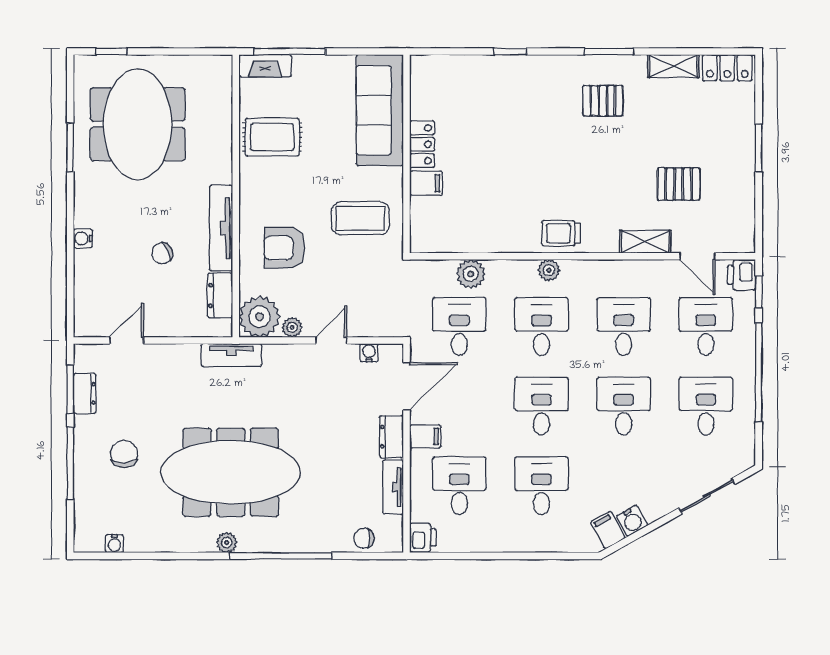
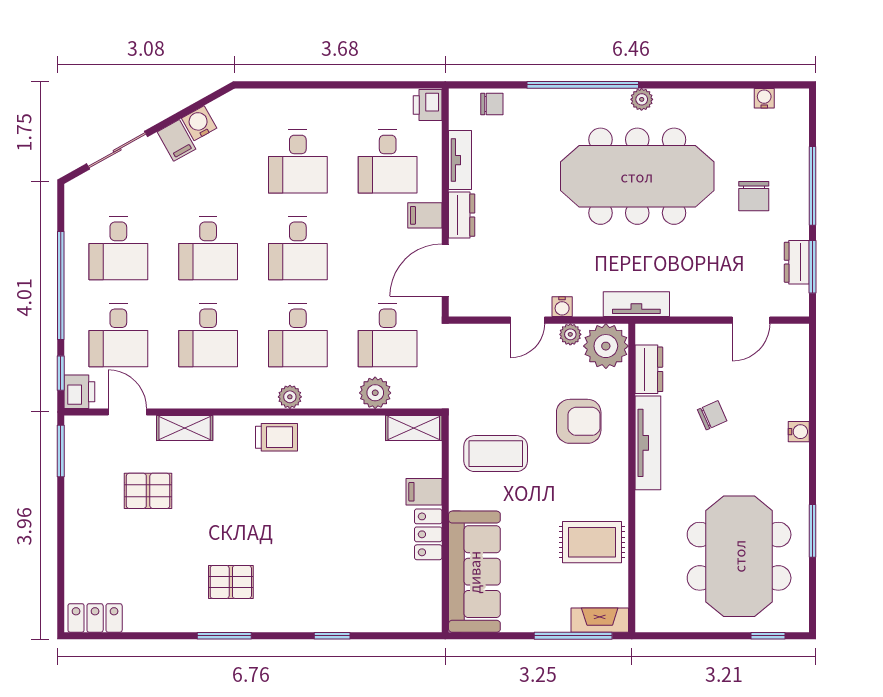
shelving: (673, 66) -> (414, 428), moved
window: (759, 148) -> (61, 451), moved
water cooler: (369, 353) -> (562, 307), moved
filing cabinet: (608, 530) -> (177, 140), moved

